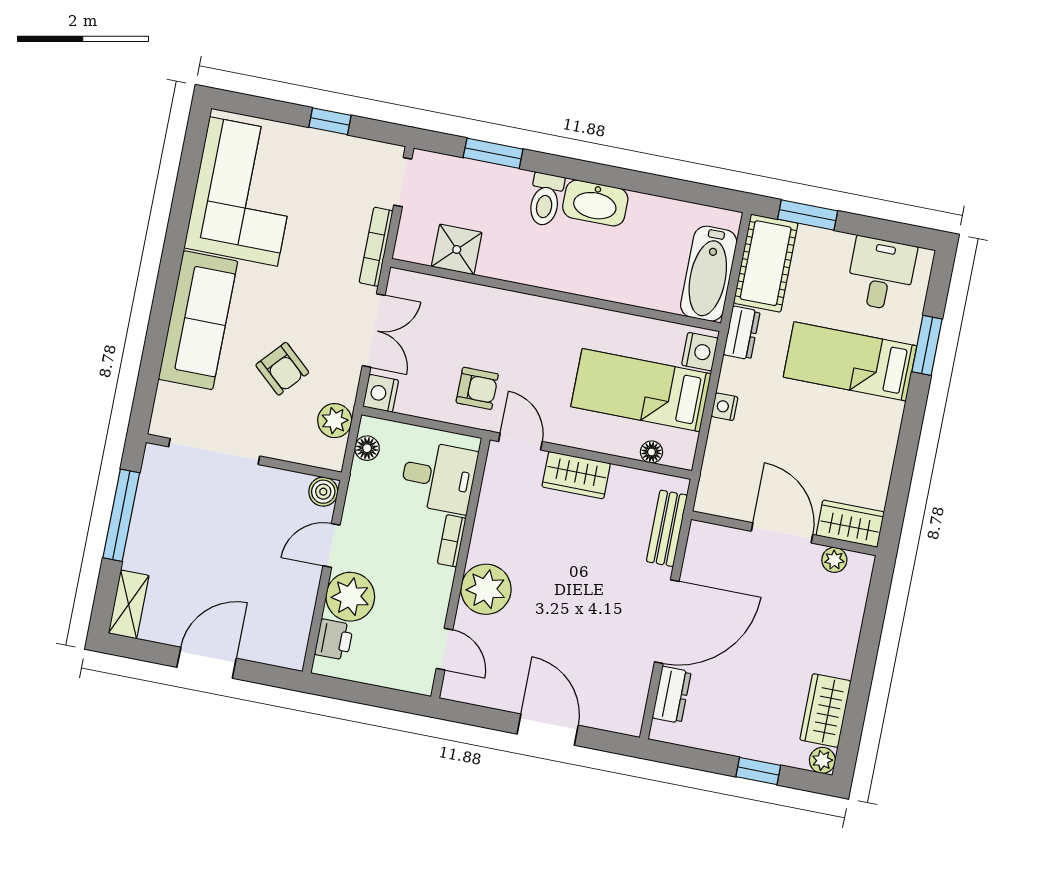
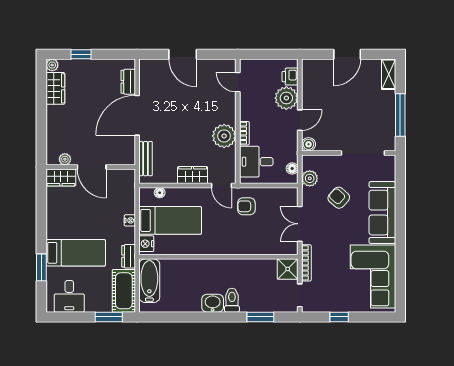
washbasin: (595, 203) -> (213, 303), width x0.72
shower: (457, 249) -> (288, 269), moved
nightstand: (381, 393) -> (291, 195), removed
plant: (486, 589) -> (224, 136), moved

